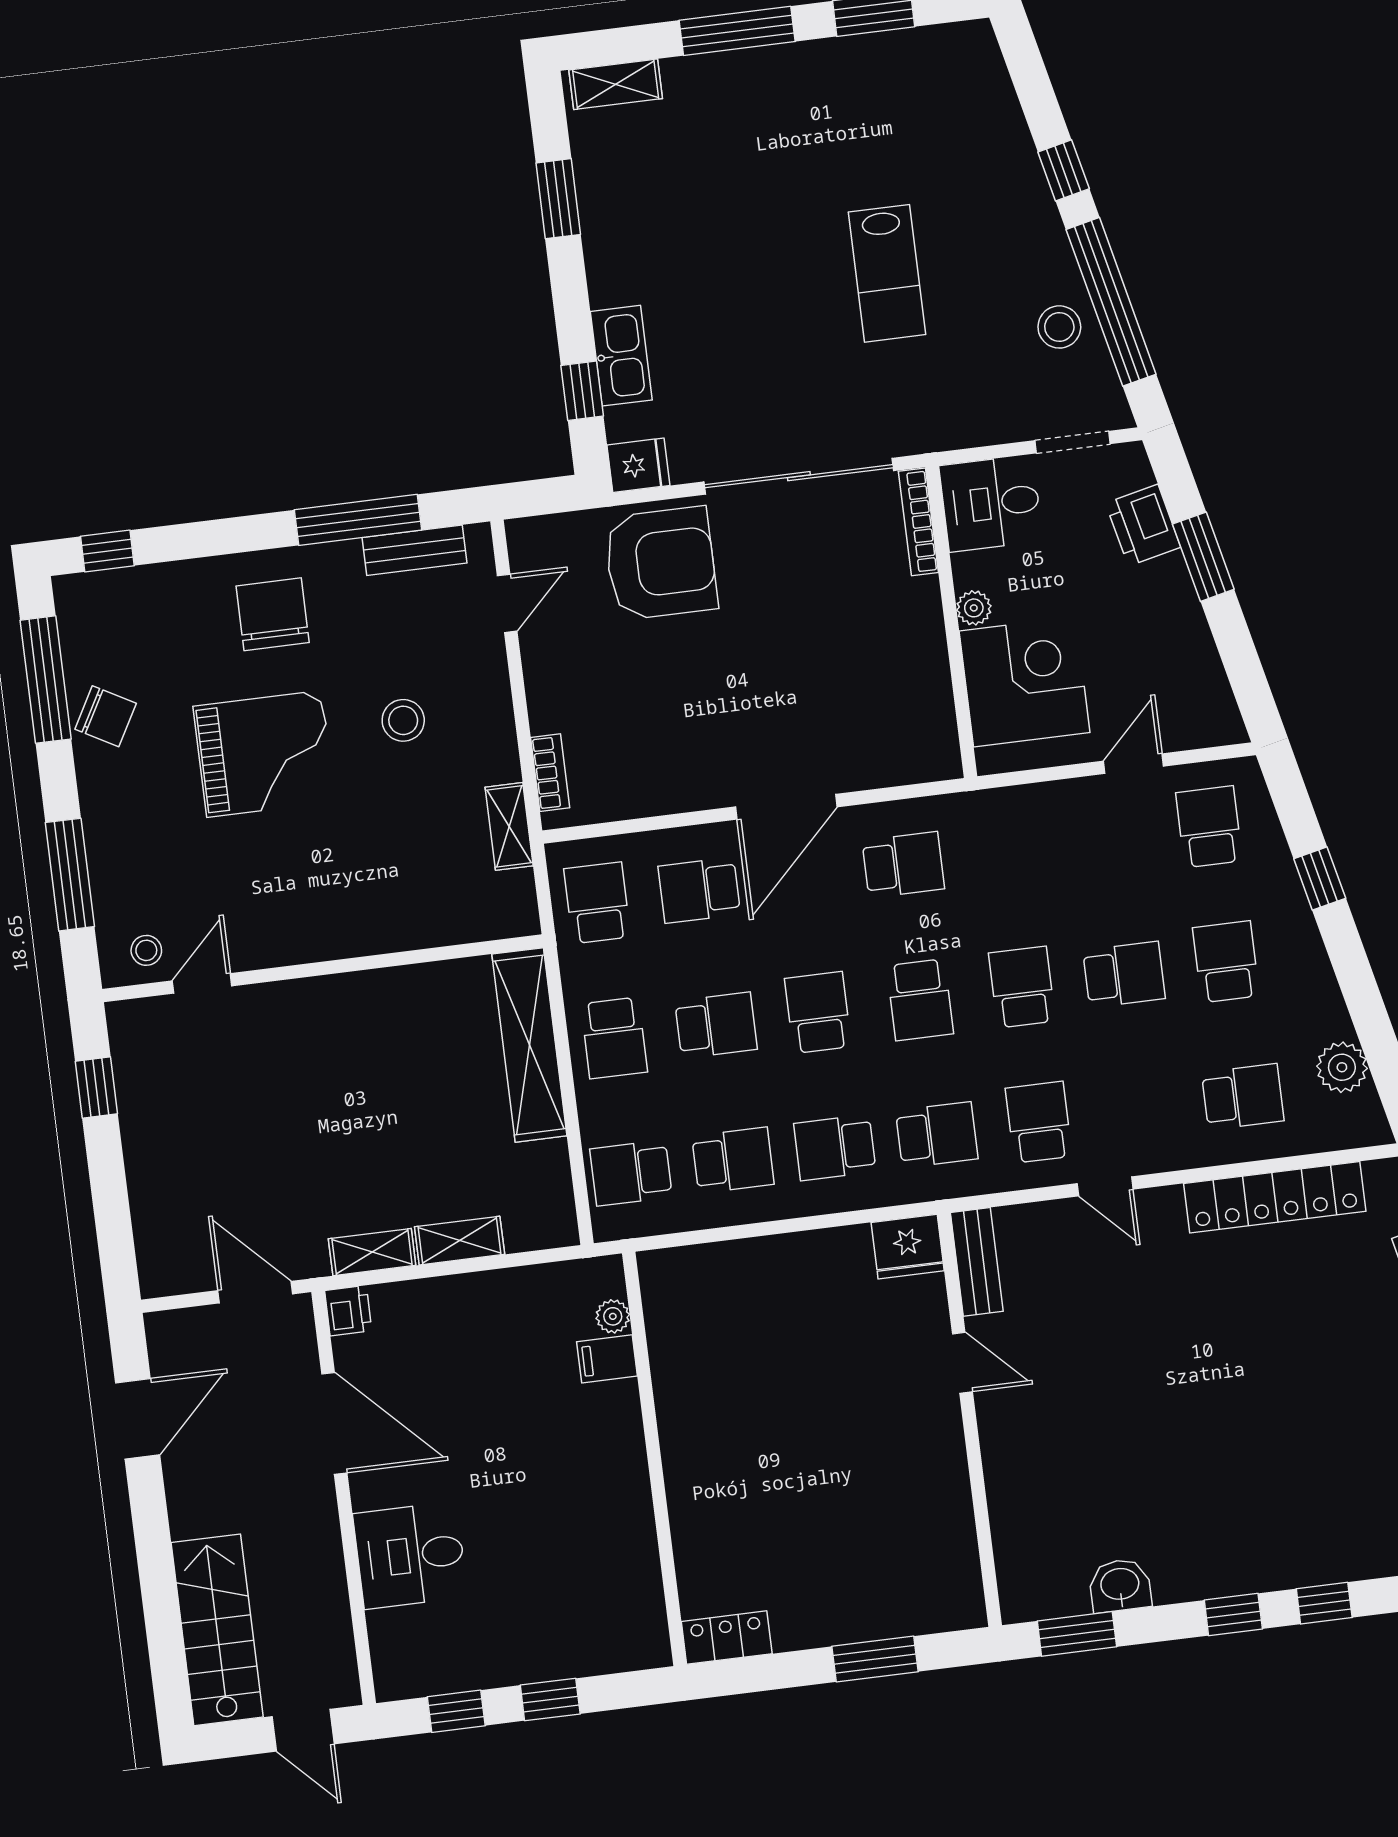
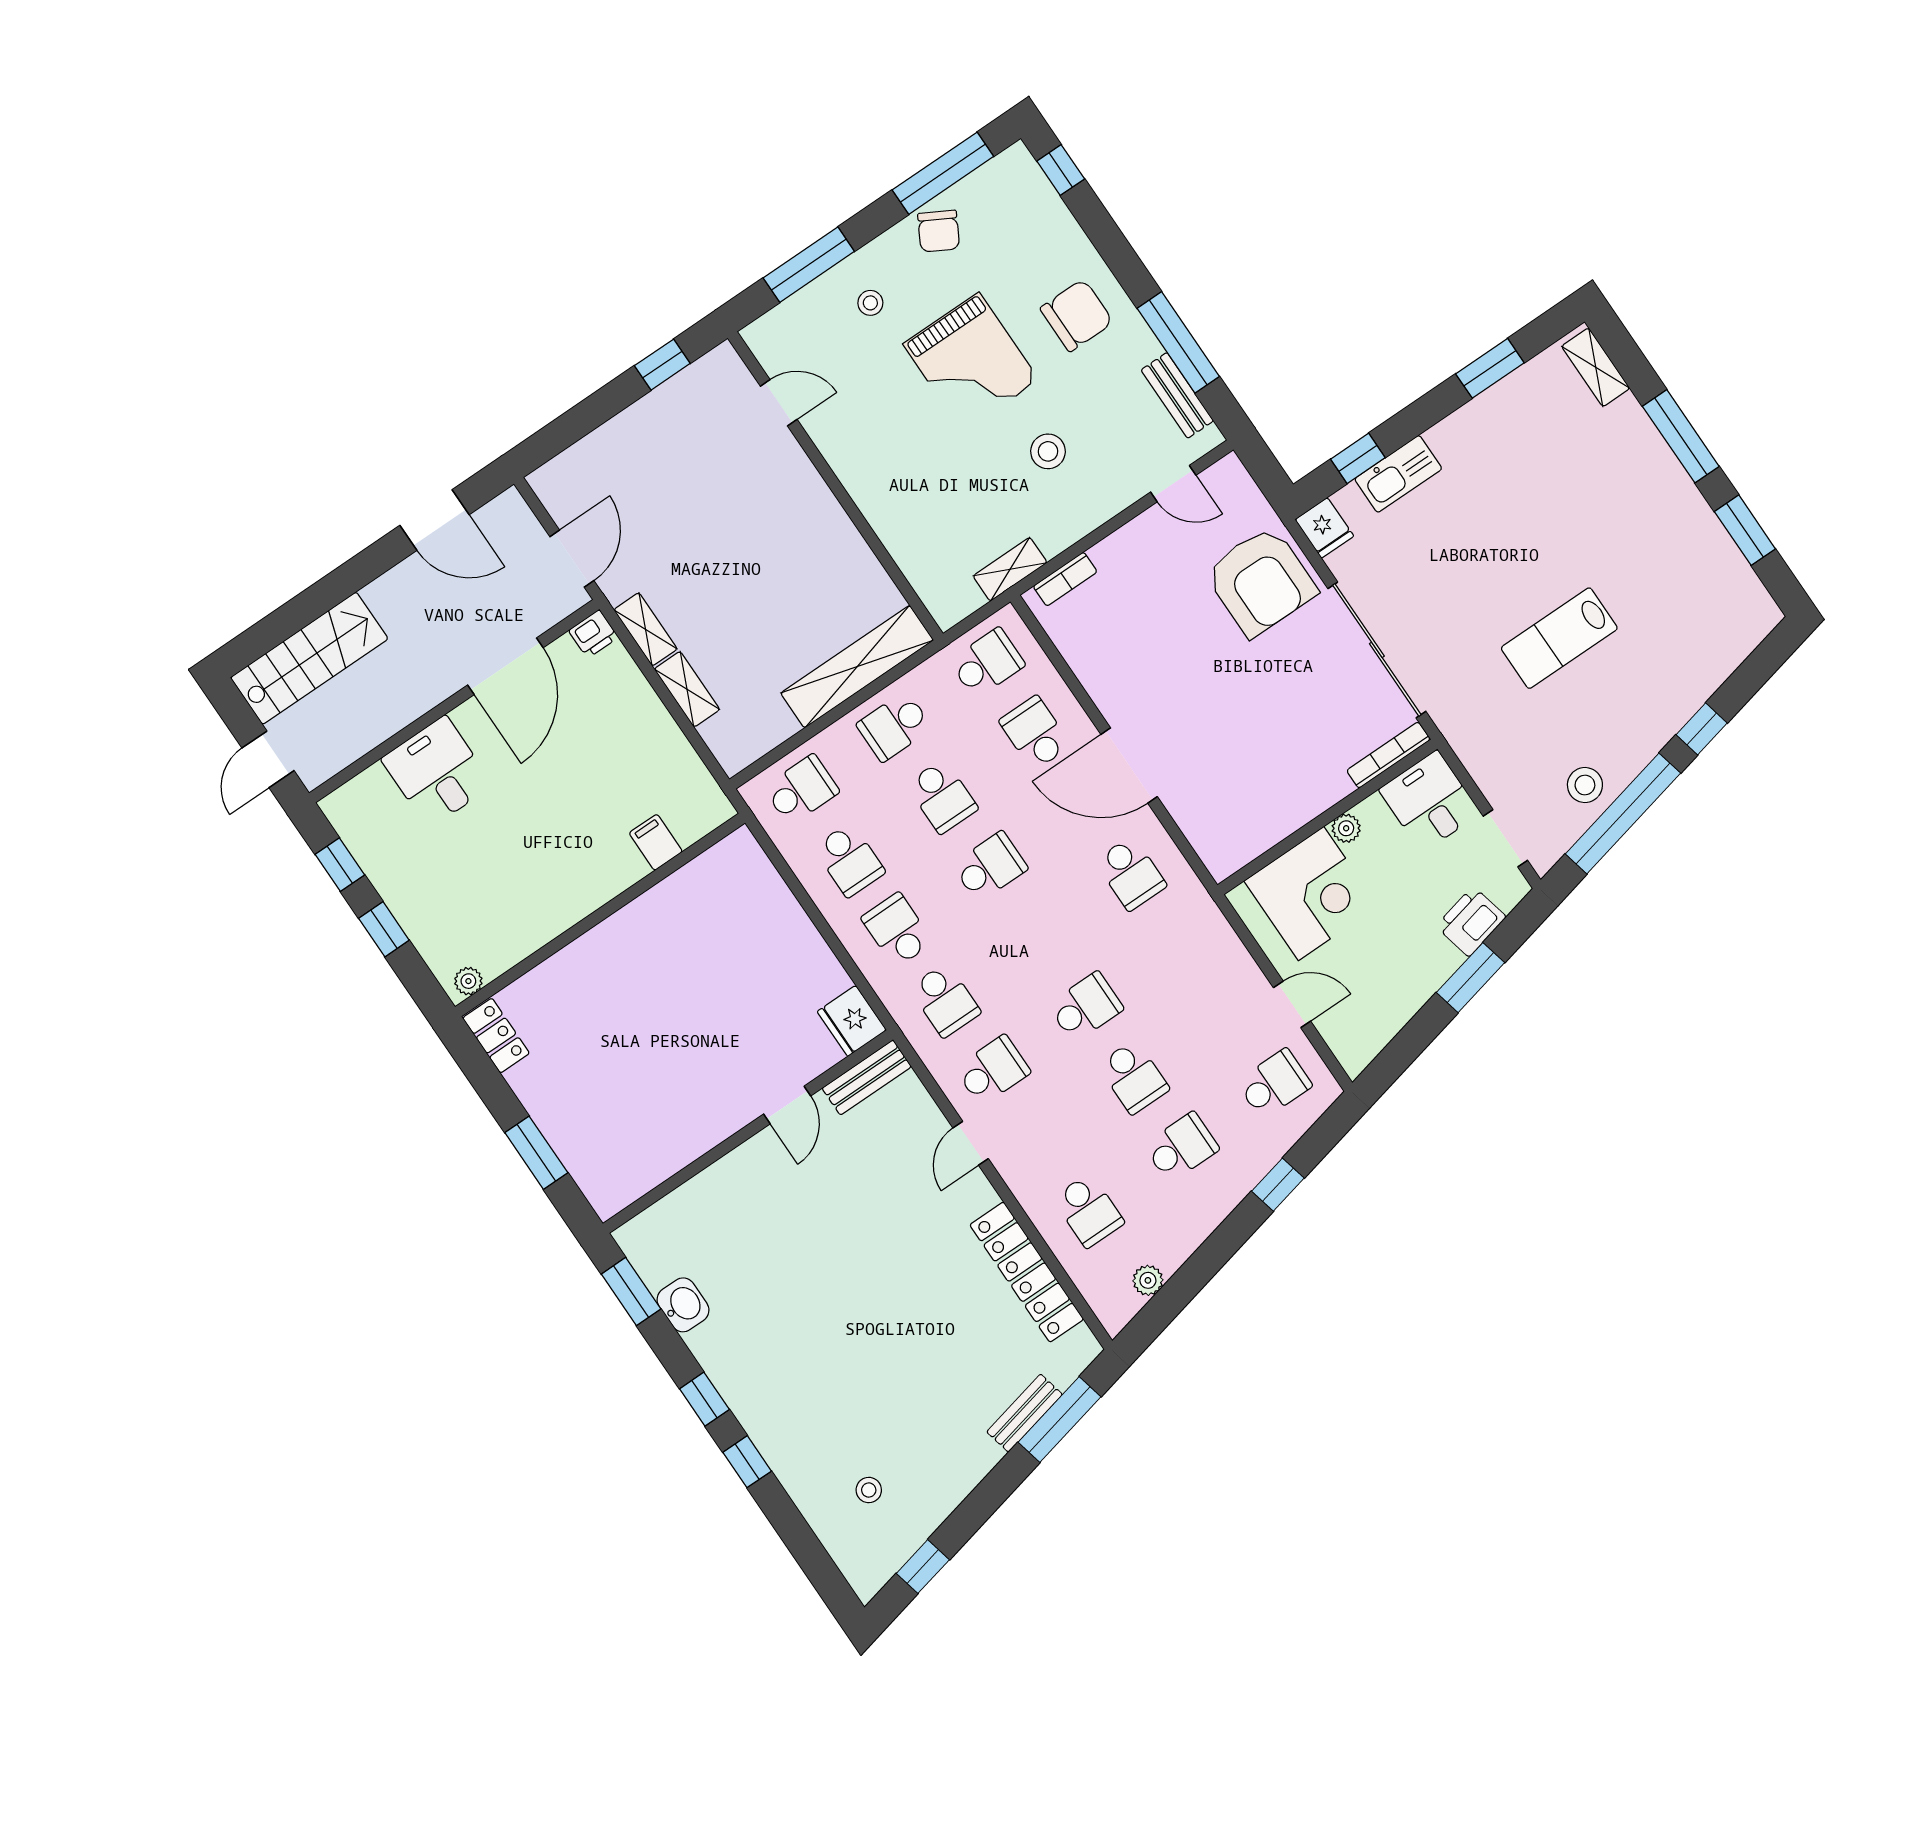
stool: (146, 950) -> (870, 303), moved
school desk: (920, 1000) -> (1038, 937), removed
plant: (1342, 1067) -> (1148, 1280), width x0.73, depth x0.73
school desk: (631, 1173) -> (801, 790), turned 90
plant: (613, 1316) -> (468, 981), moved

